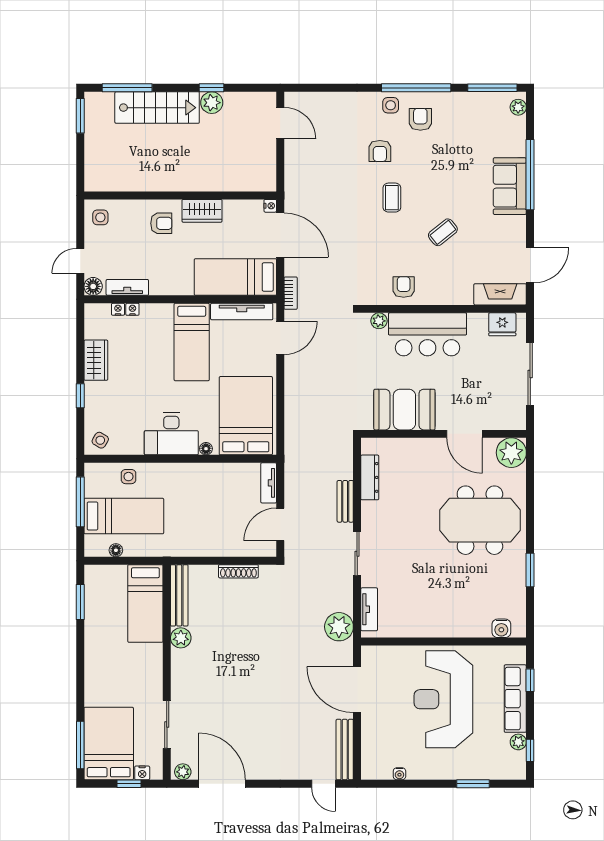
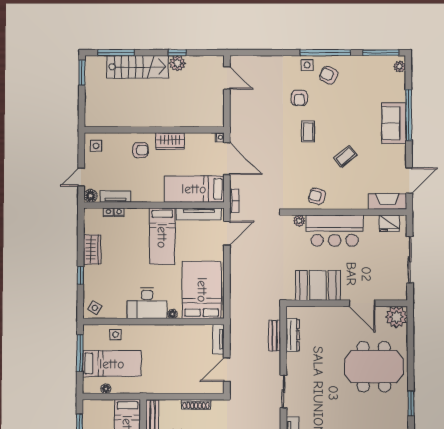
armchair: (420, 119) -> (329, 75), turned -63
armchair: (404, 287) -> (317, 196), turned -76
bench: (345, 501) -> (275, 336), moved

